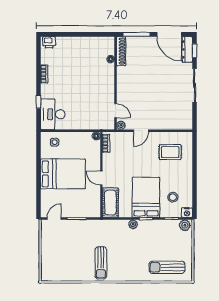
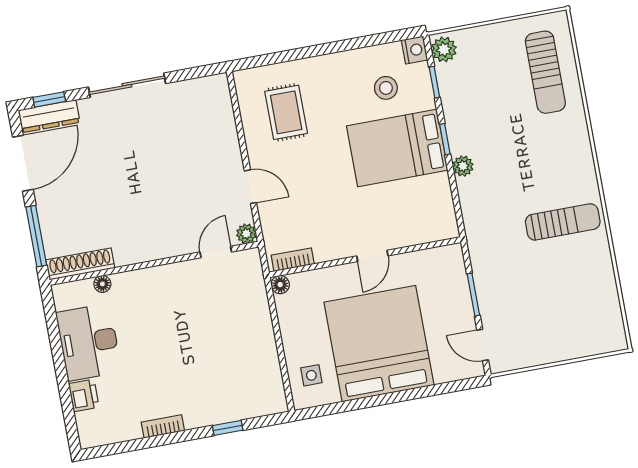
printer: (49, 42) -> (84, 395), moved
desk: (53, 114) -> (89, 342), moved, turned 90
bed: (63, 174) -> (379, 344), width x1.36
cot: (110, 203) -> (424, 226), removed

